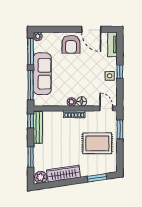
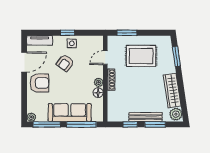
armchair: (91, 69) -> (65, 63), added
floor lamp: (82, 101) -> (98, 93), moved
door: (106, 108) -> (105, 58), moved
window: (31, 121) -> (130, 124), moved
bench: (38, 127) -> (146, 117), moved
rug: (97, 143) -> (141, 56), turned 90

